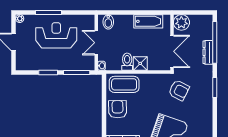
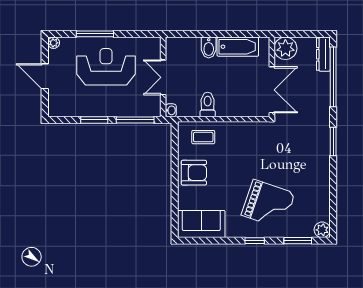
bidet: (108, 22) -> (209, 48), moved
dresser: (208, 52) -> (323, 54), moved
shower: (140, 63) -> (226, 107), removed
coffee table: (124, 84) -> (203, 137), width x0.54, depth x0.58
armchair: (179, 90) -> (282, 145), removed
armchair: (118, 109) -> (194, 173), turned 91

